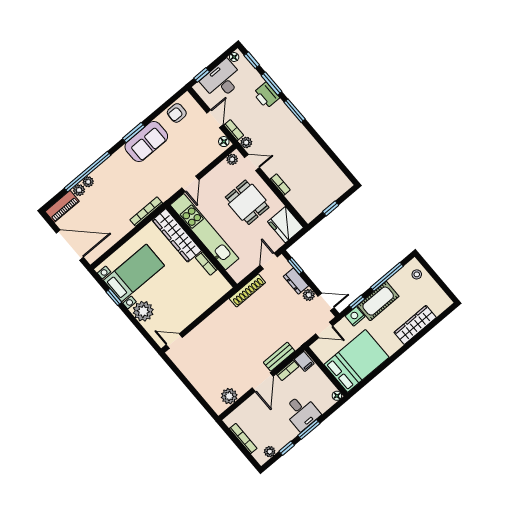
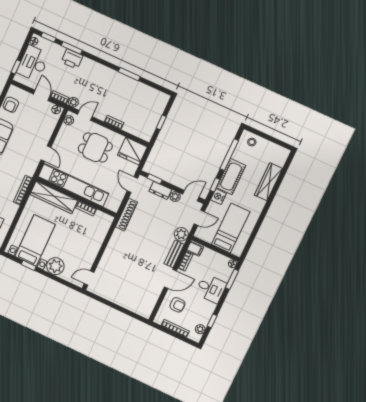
window: (295, 111) -> (129, 74), moved
bed: (357, 361) -> (231, 228), width x0.67
door: (263, 382) -> (170, 279), hinge flipped
plant: (229, 396) -> (181, 234), moved
armchair: (257, 414) -> (177, 305), added
window: (309, 429) -> (232, 279), moved

